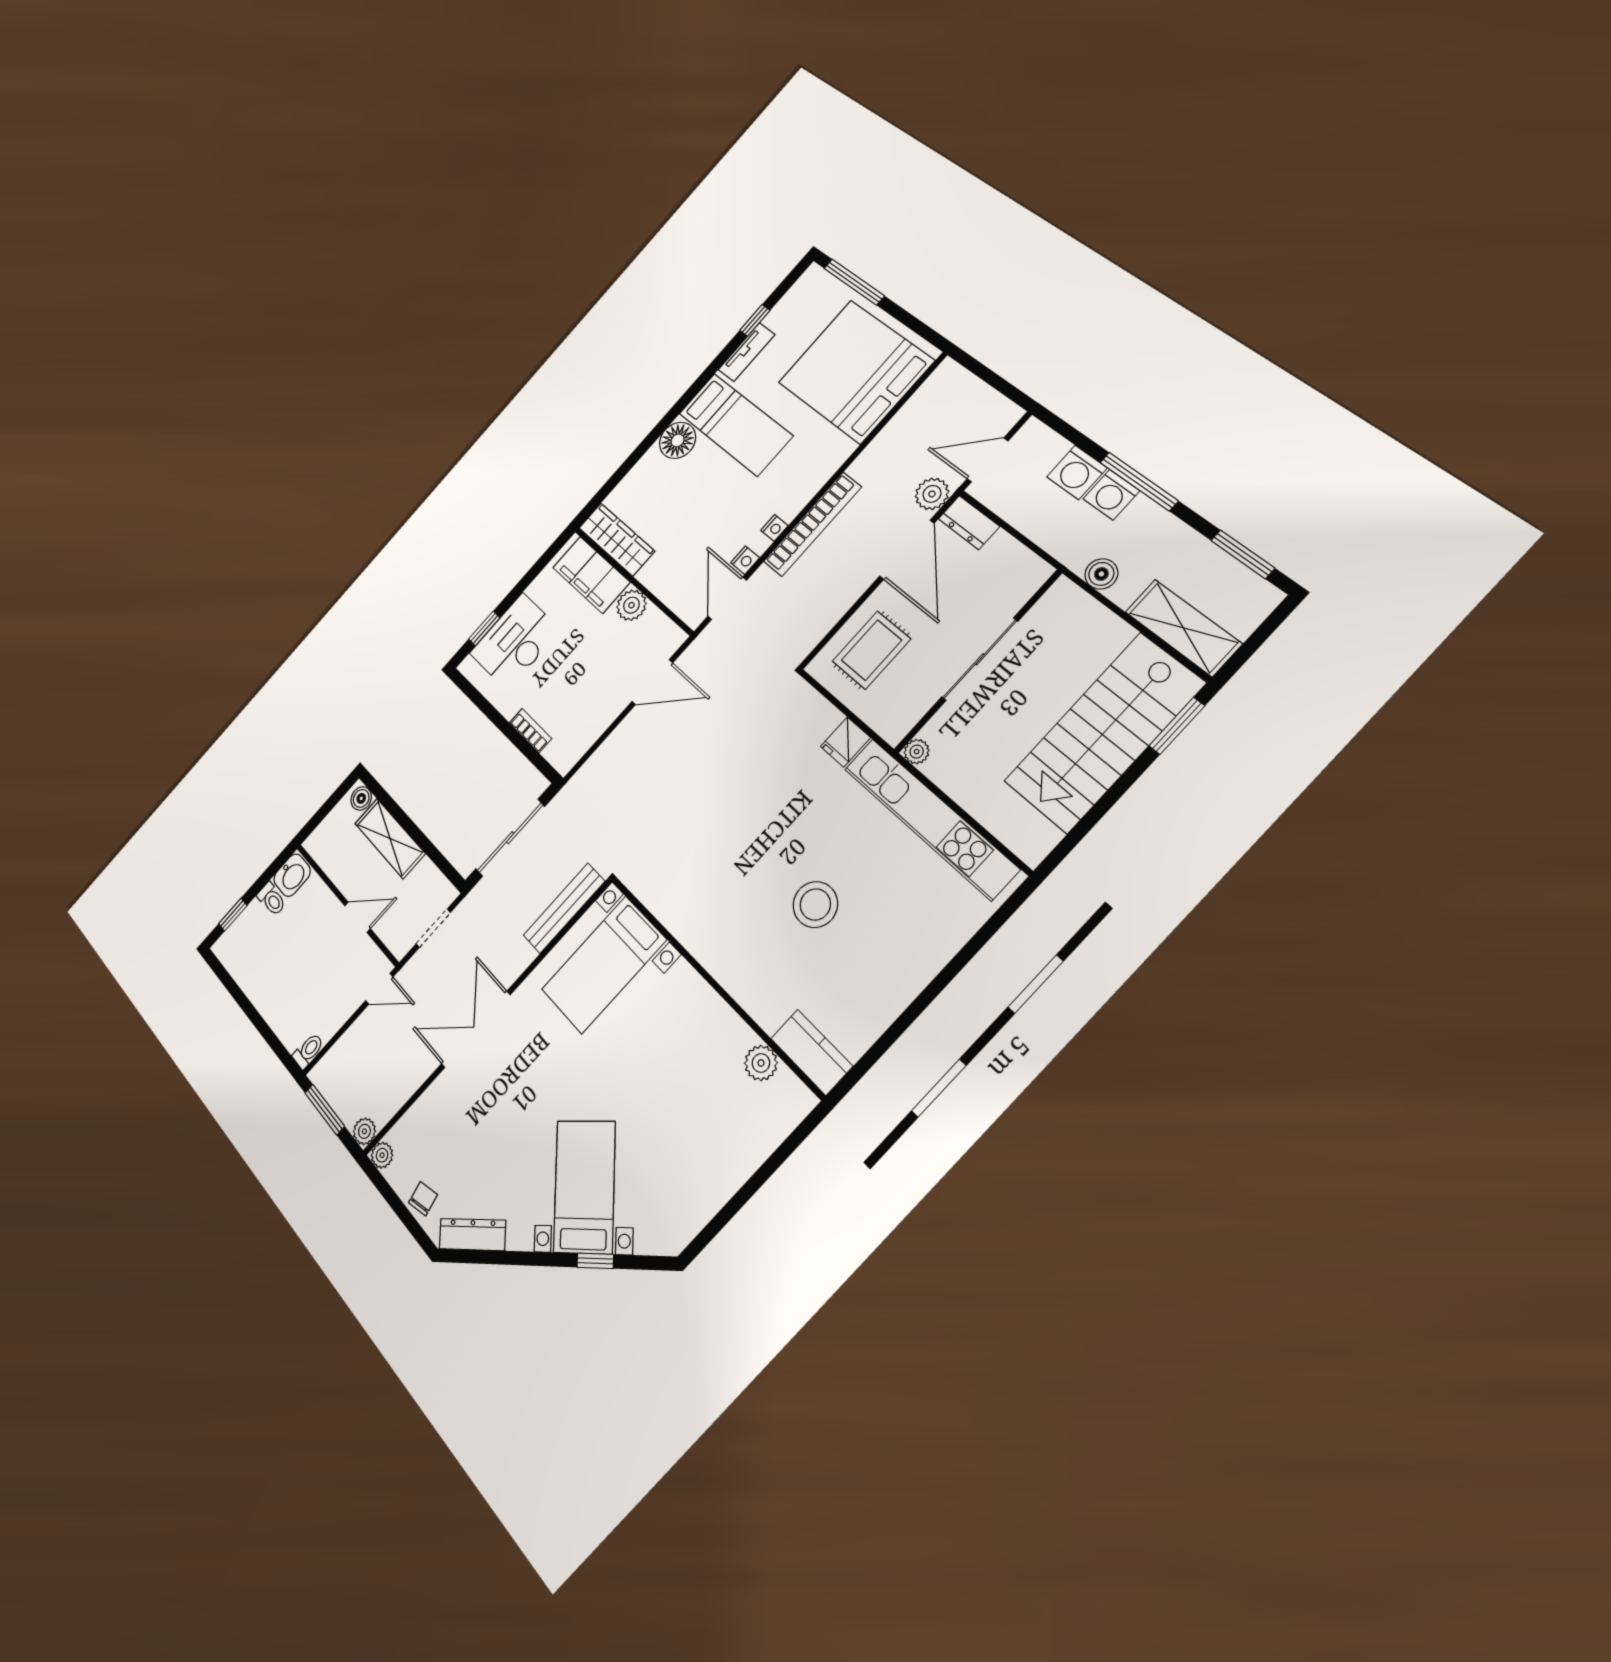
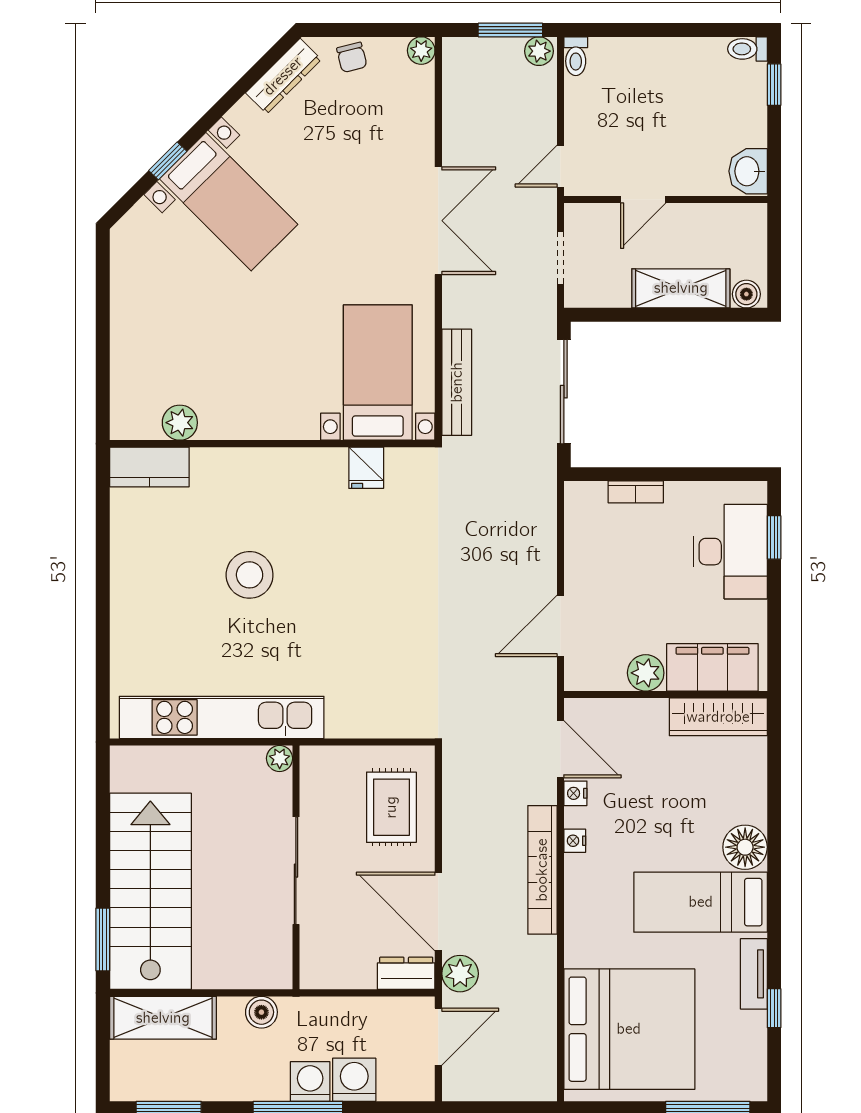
fridge: (845, 742) -> (366, 468), moved, turned 180
toilet: (272, 899) -> (747, 49), moved
plant: (364, 1131) -> (539, 51), moved

